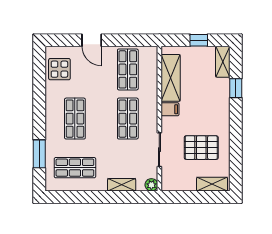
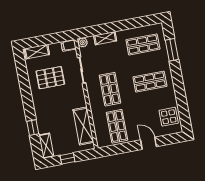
filing cabinet: (170, 109) -> (69, 45), moved
shop shelf: (75, 119) -> (150, 82), turned 90

